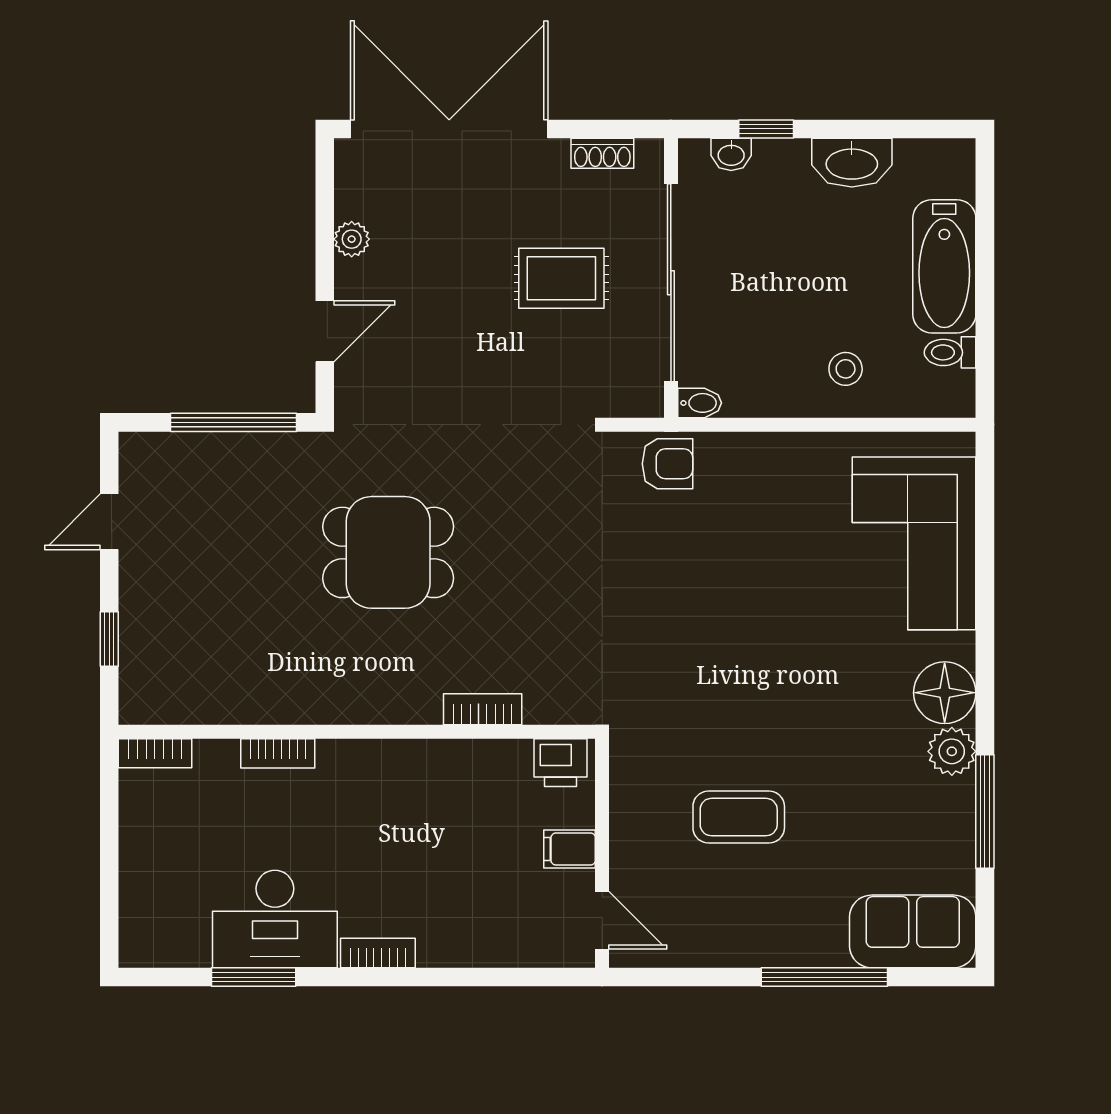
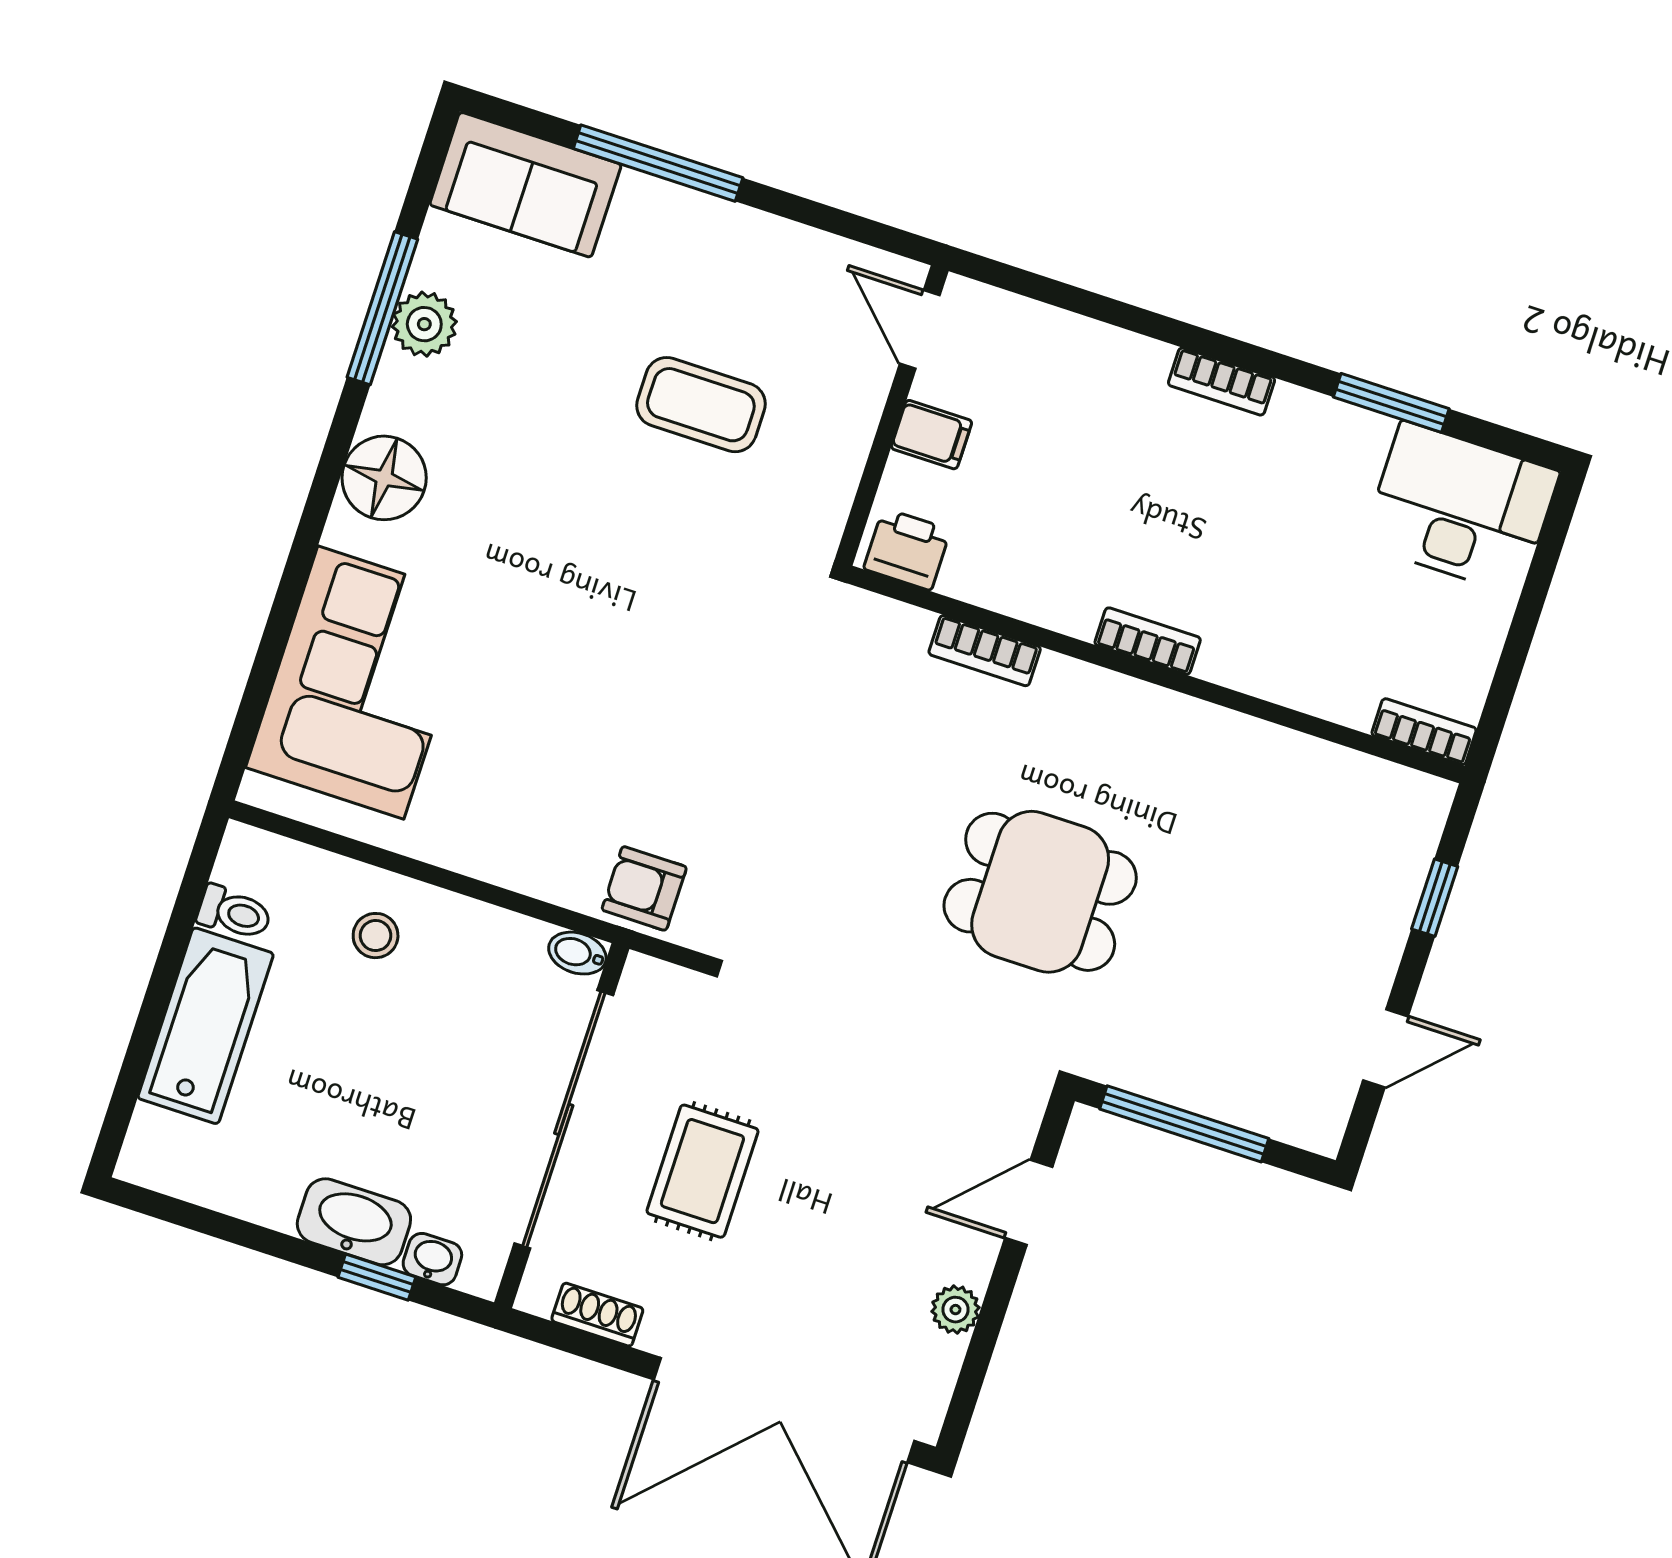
washbasin: (852, 163) -> (354, 1222), moved
rug: (561, 278) -> (702, 1171), turned 90
plant: (952, 751) -> (424, 324), moved
bookcase: (278, 753) -> (1148, 641), moved
desk: (275, 919) -> (1461, 508), moved

